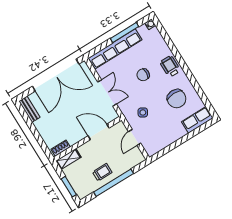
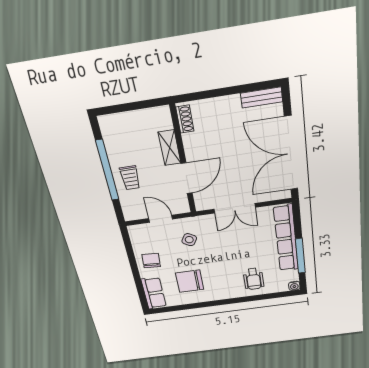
wheelchair: (170, 66) -> (254, 279), moved, turned 90
chair: (143, 75) -> (151, 261), moved
shelving: (68, 159) -> (170, 148), moved
trolley: (102, 172) -> (130, 178), moved
window: (69, 187) -> (123, 108), removed

